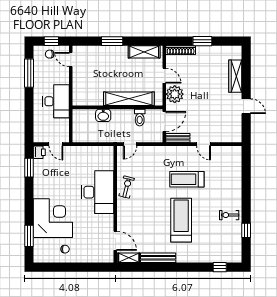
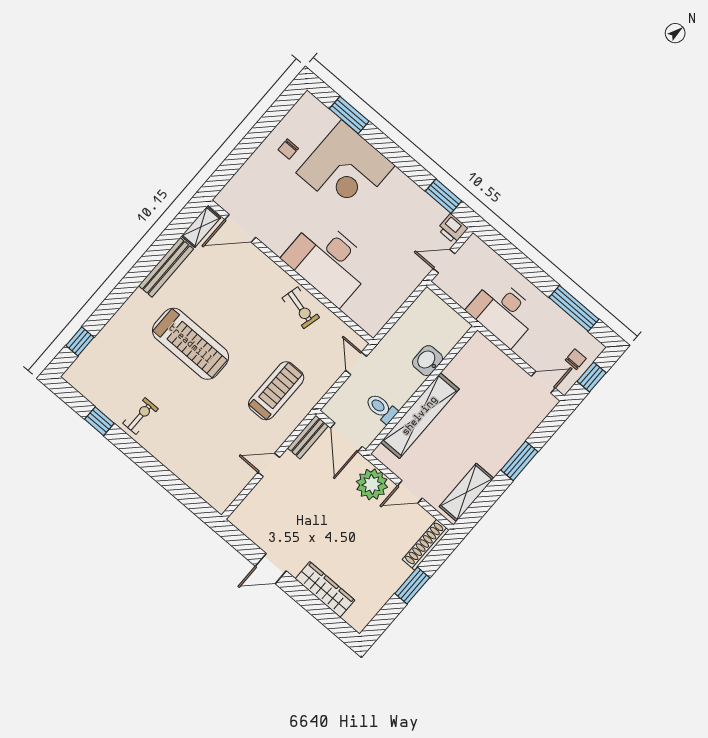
treadmill: (187, 179) -> (276, 391), moved

